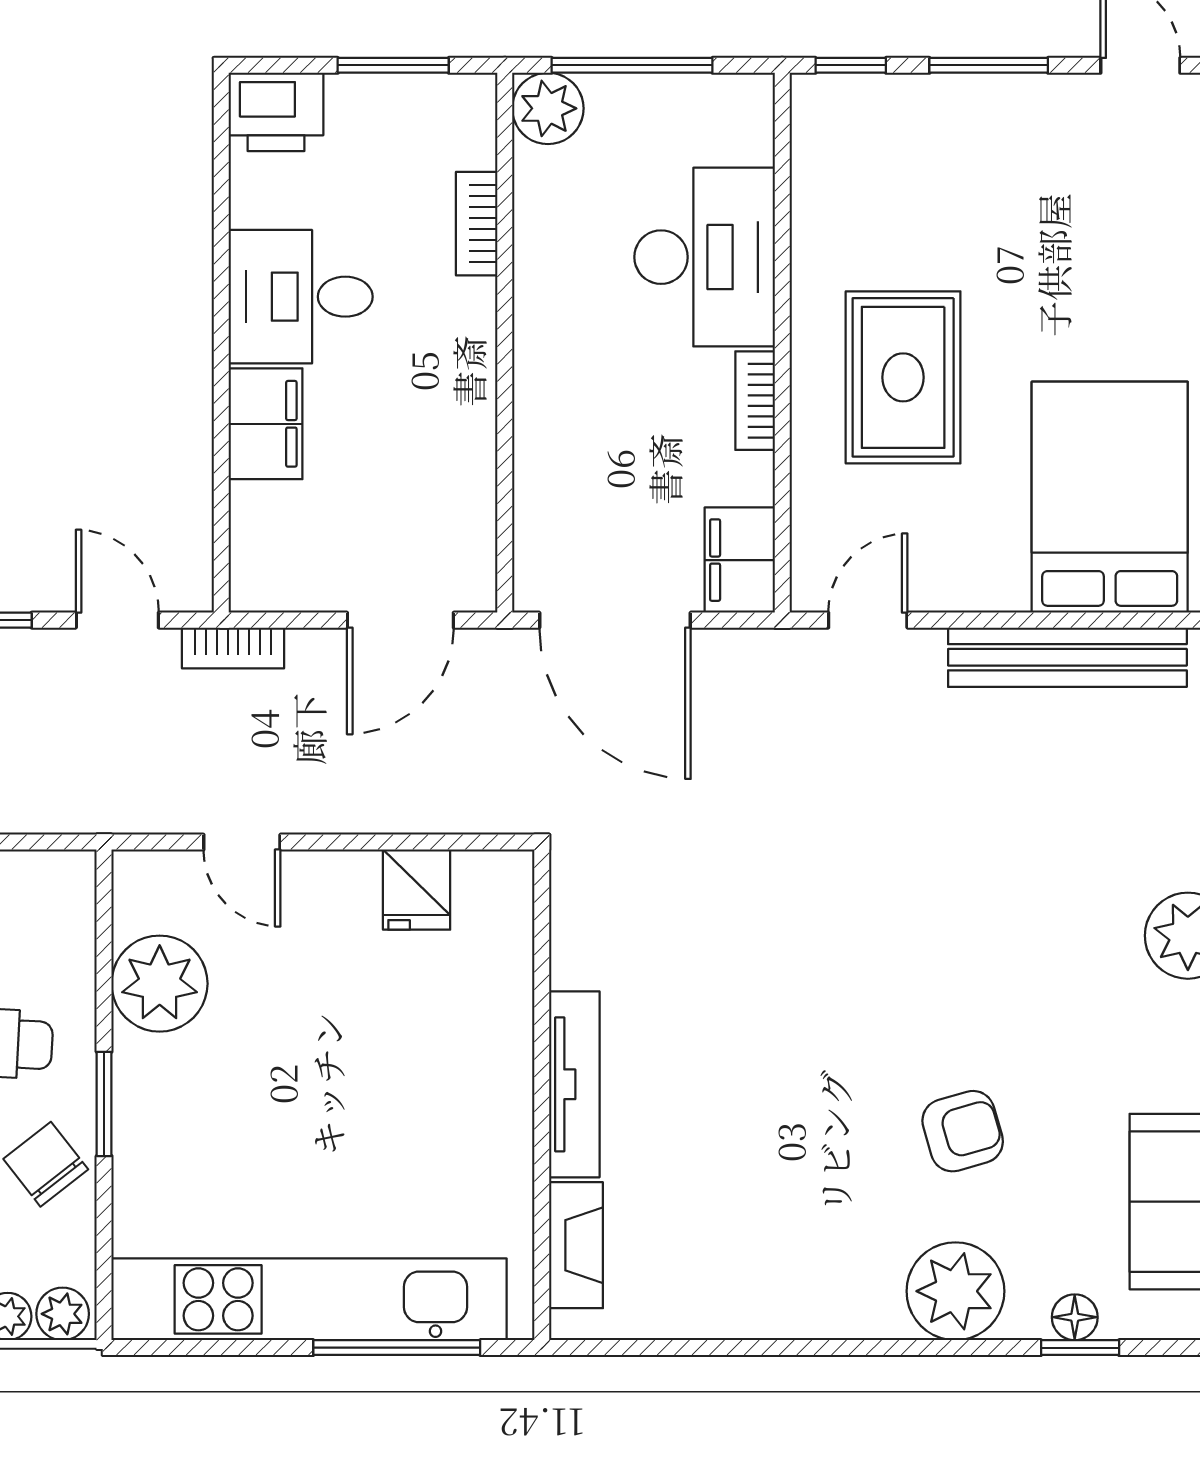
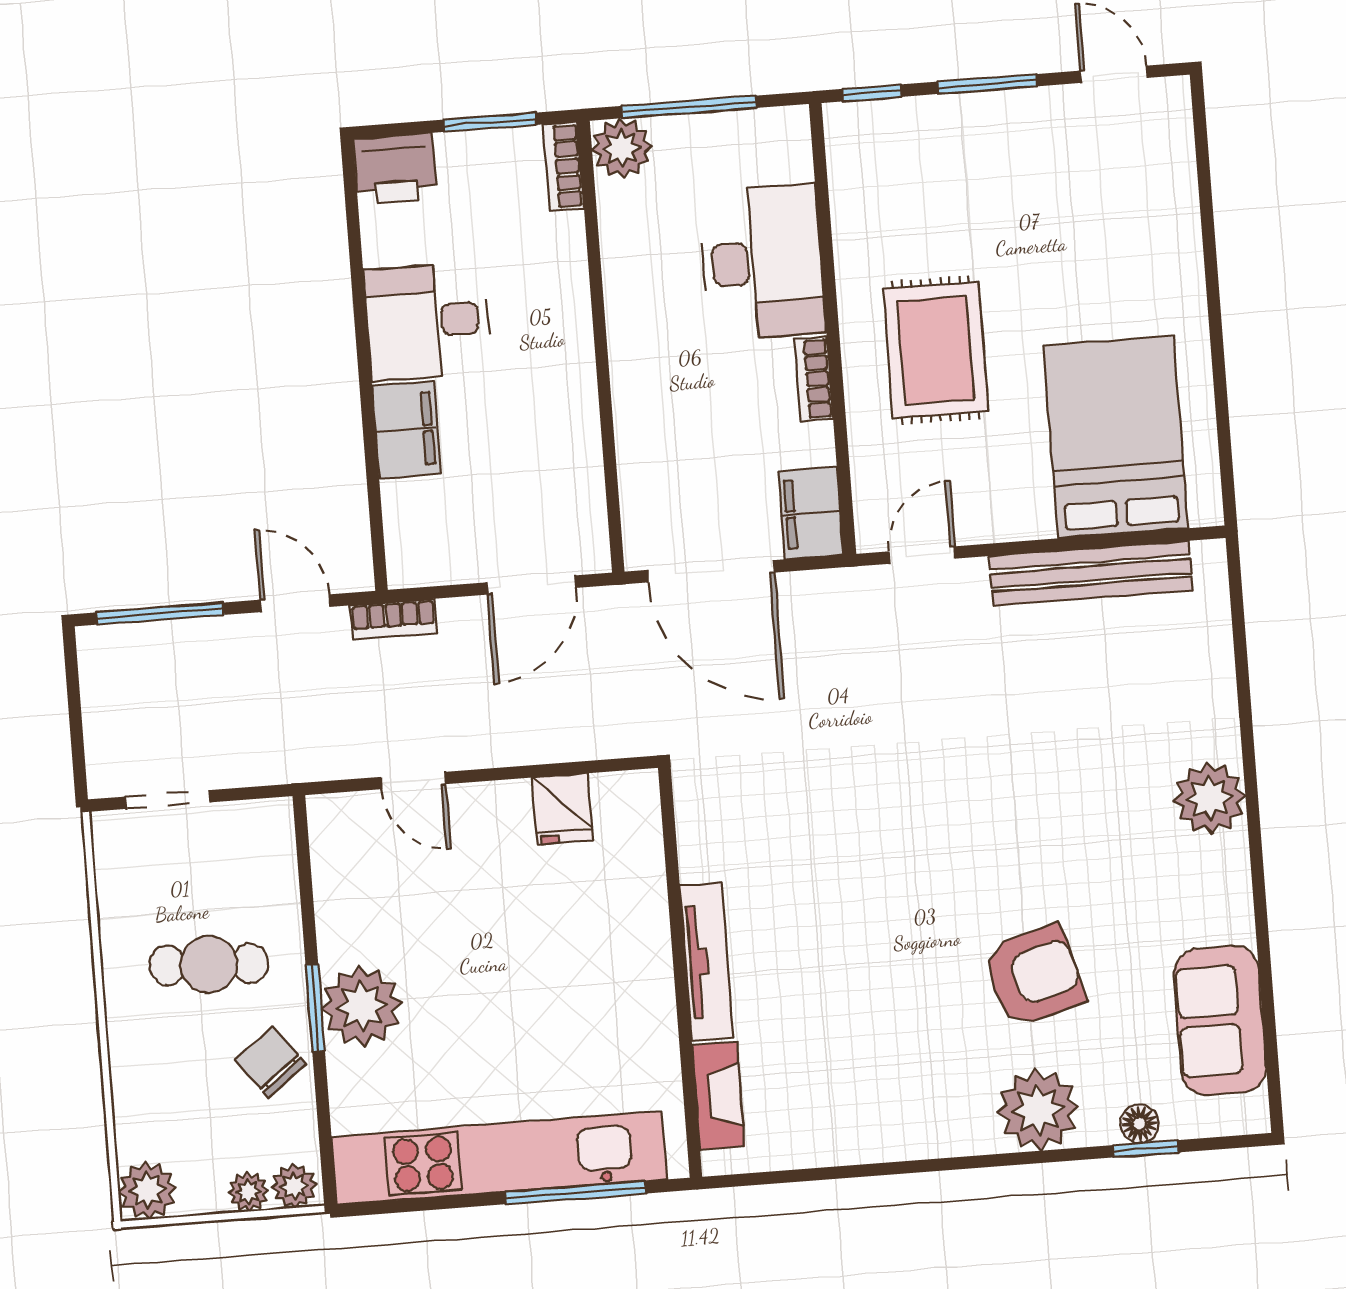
bookcase: (477, 224) -> (563, 166), moved
plant: (160, 984) -> (362, 1006), moved
armchair: (963, 1131) -> (1034, 976), width x1.38, depth x1.38

